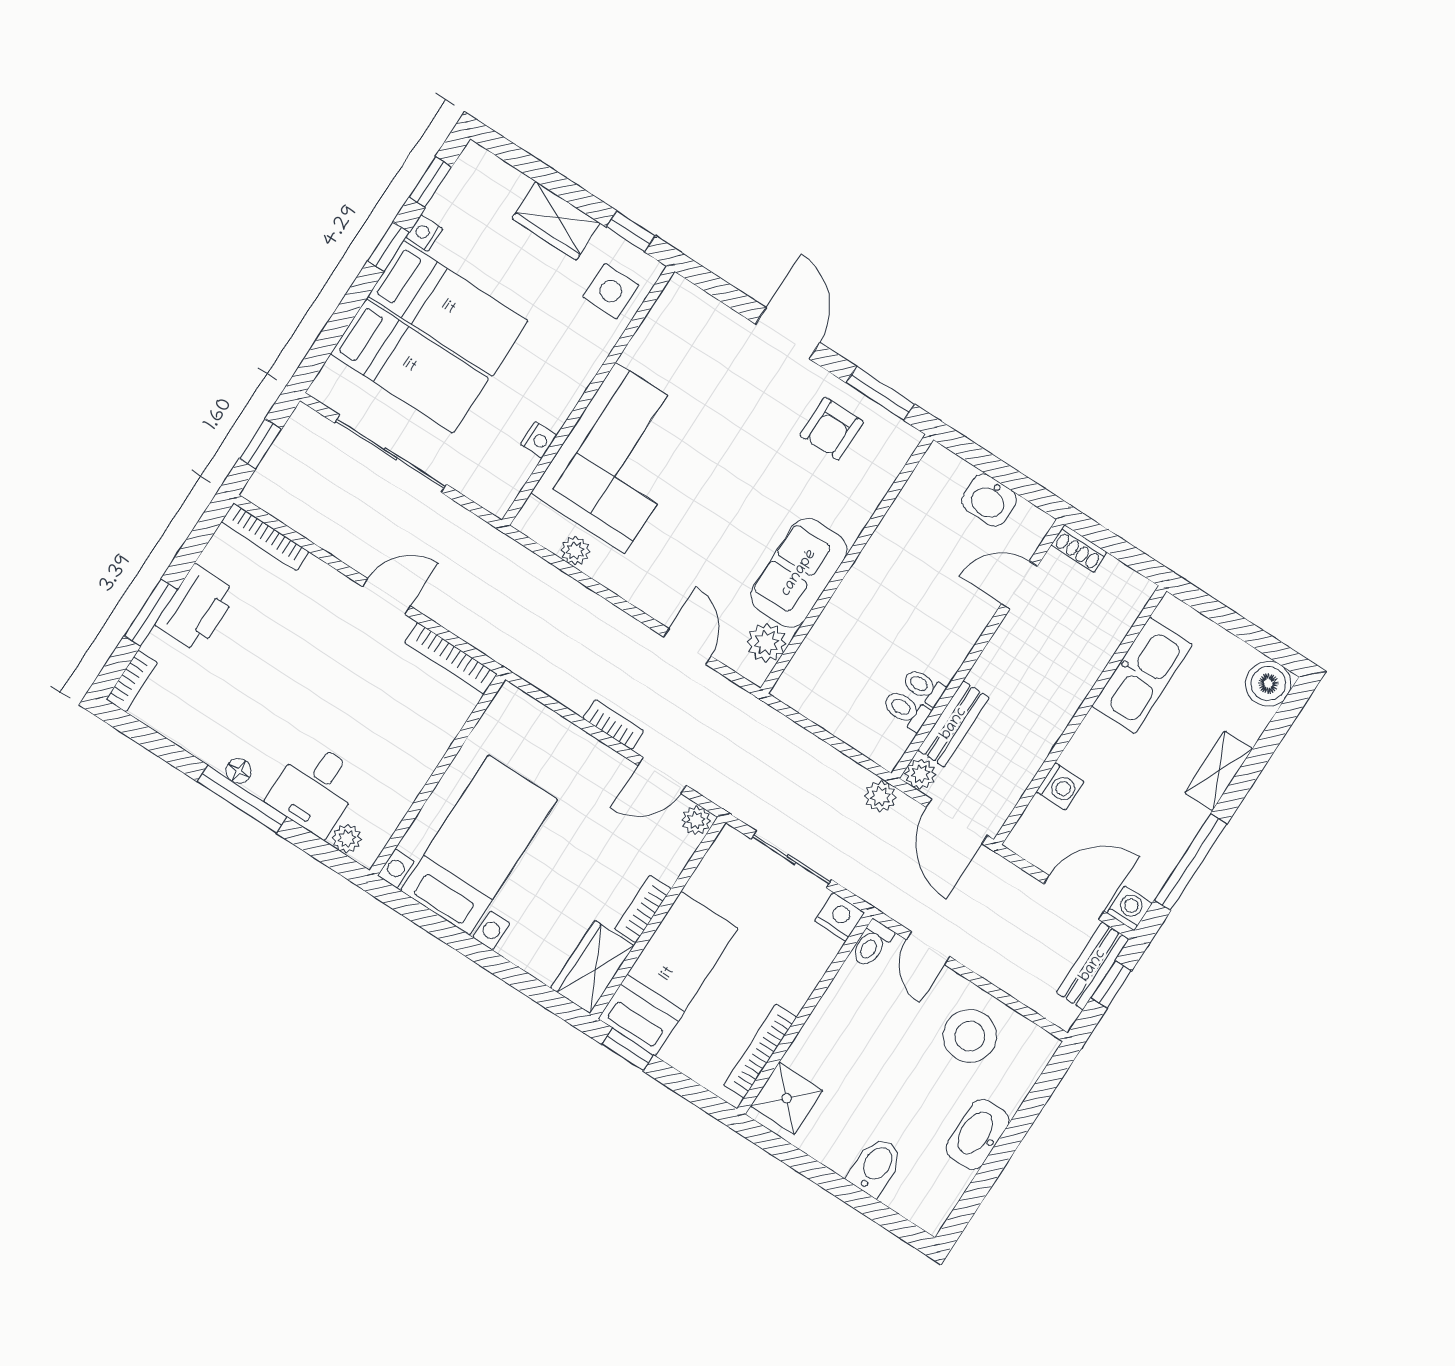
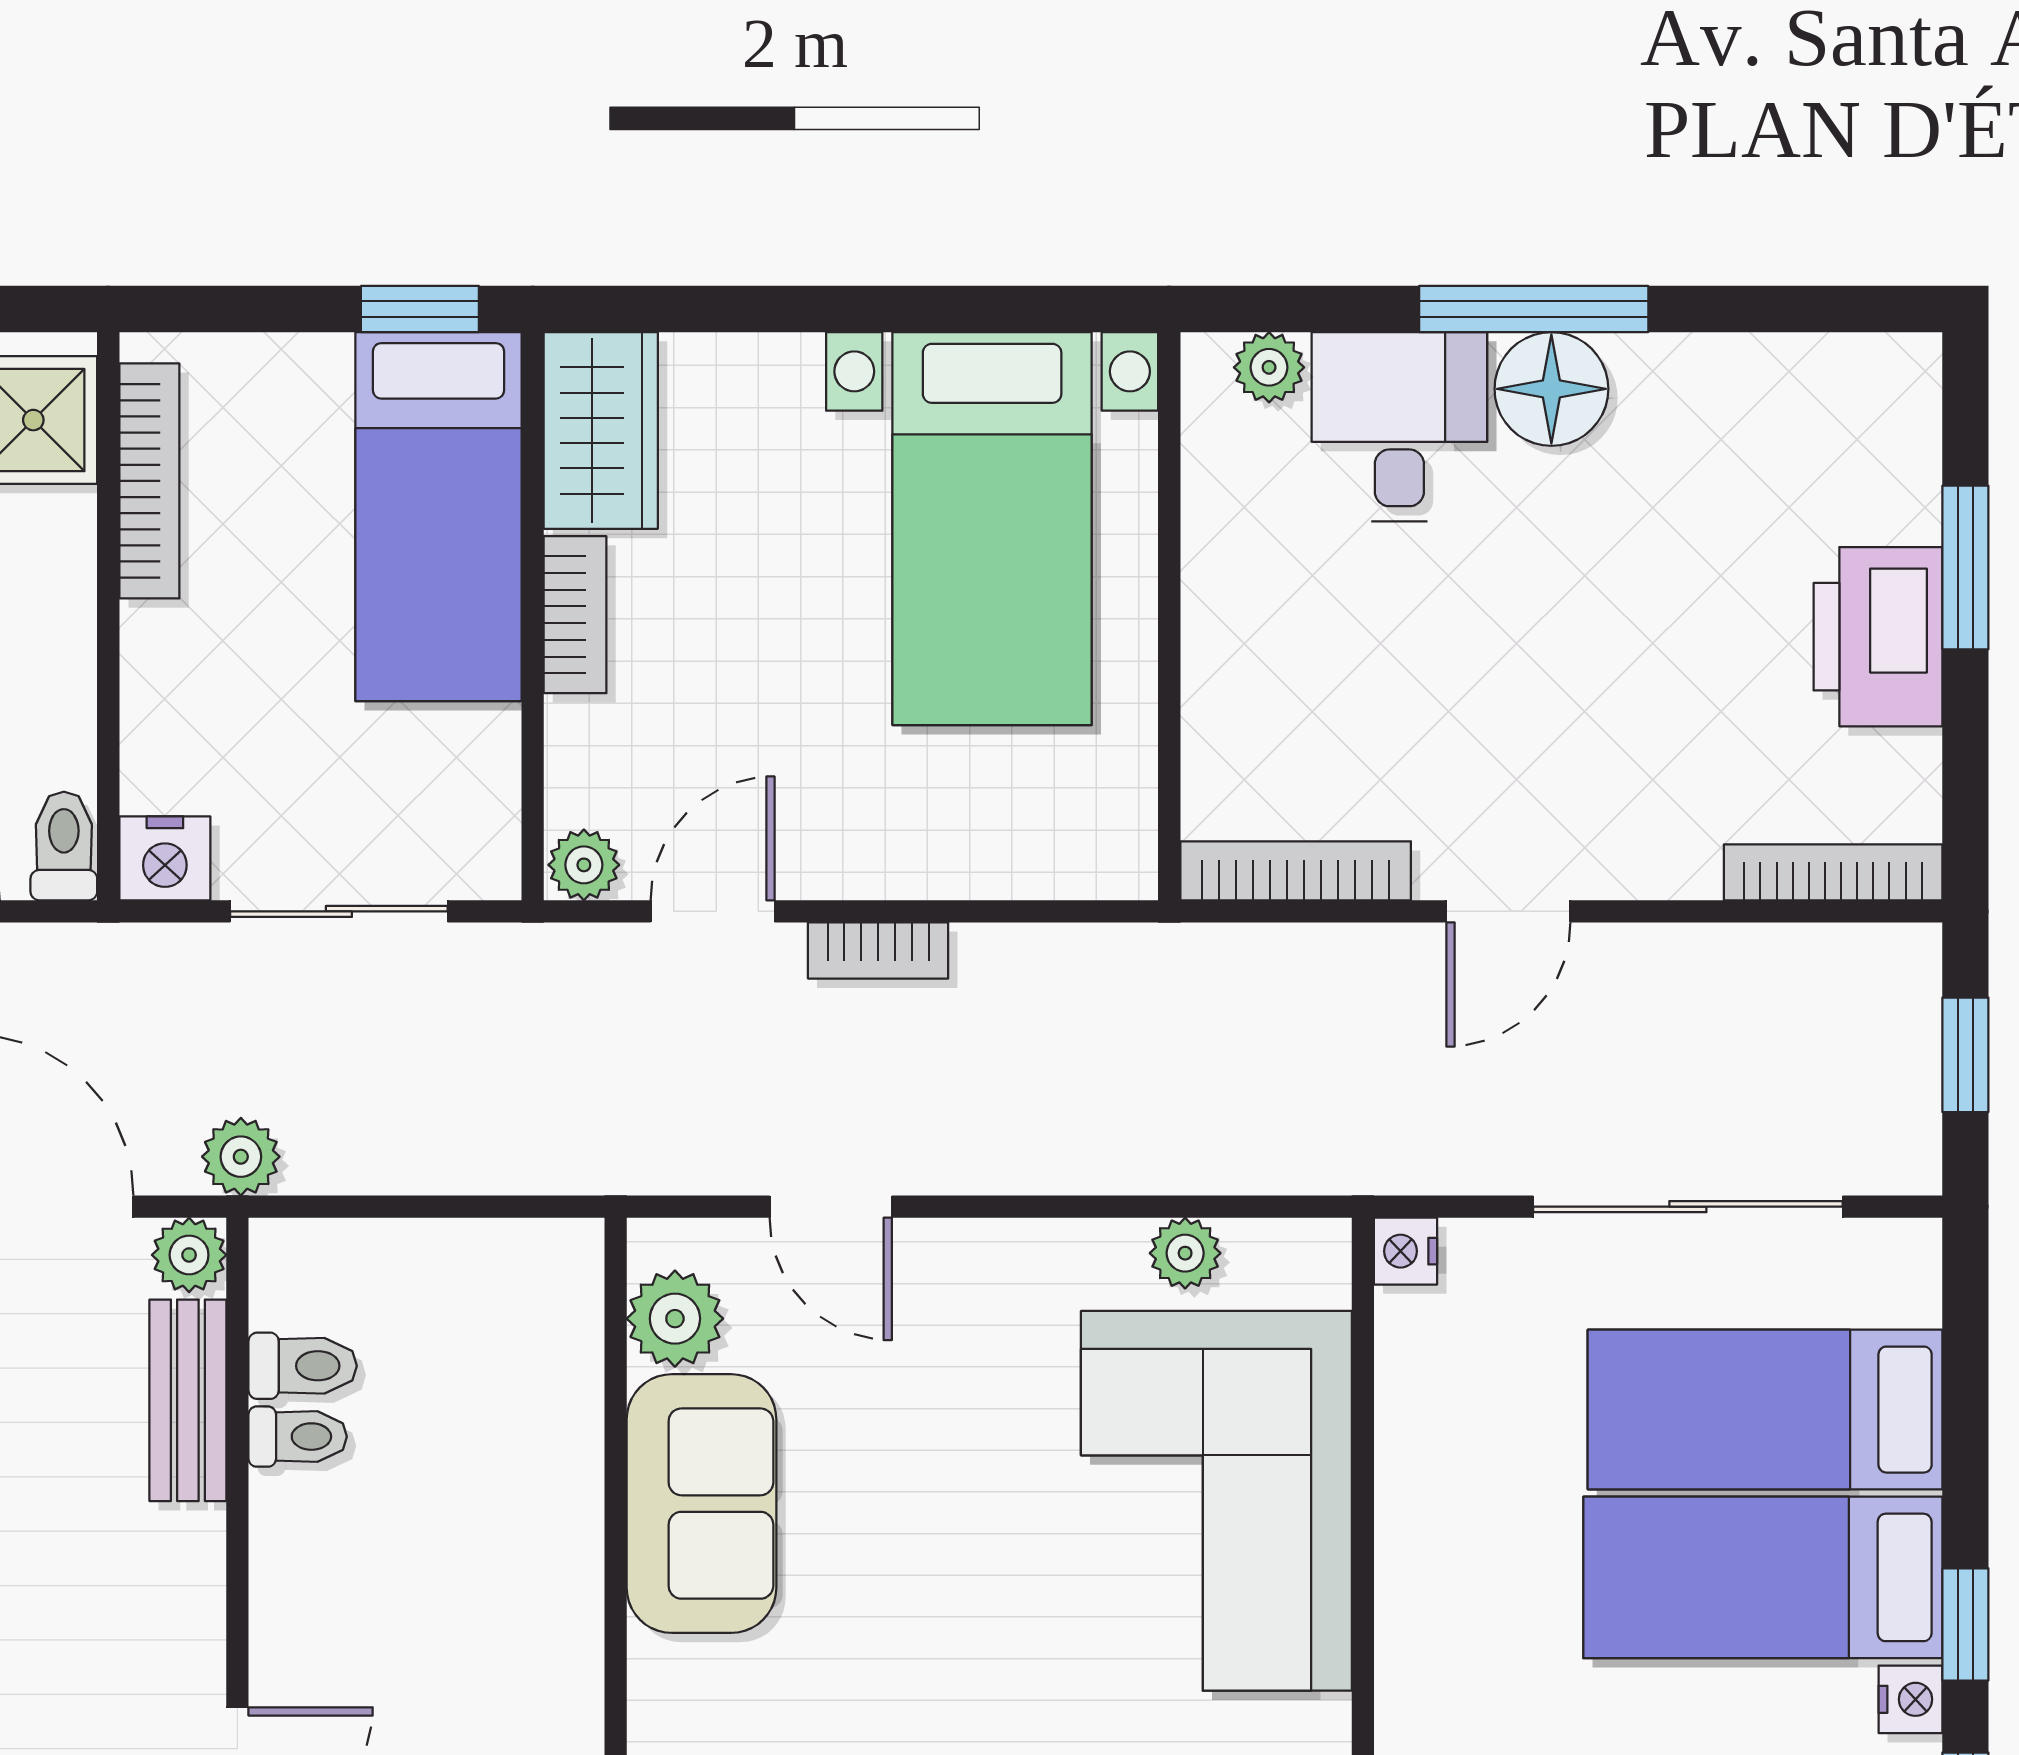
nightstand: (539, 440) -> (1406, 1251), moved
bookcase: (132, 681) -> (1914, 404), removed
floor lamp: (239, 771) -> (1551, 389), width x1.89, depth x1.89

